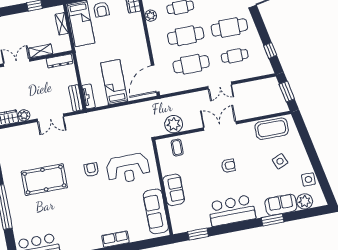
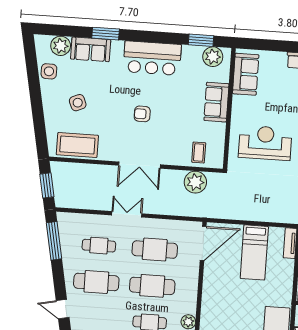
window: (270, 50) -> (54, 241), width x2.17
sofa: (156, 211) -> (246, 74), width x0.73
plant: (186, 224) -> (213, 57), added

